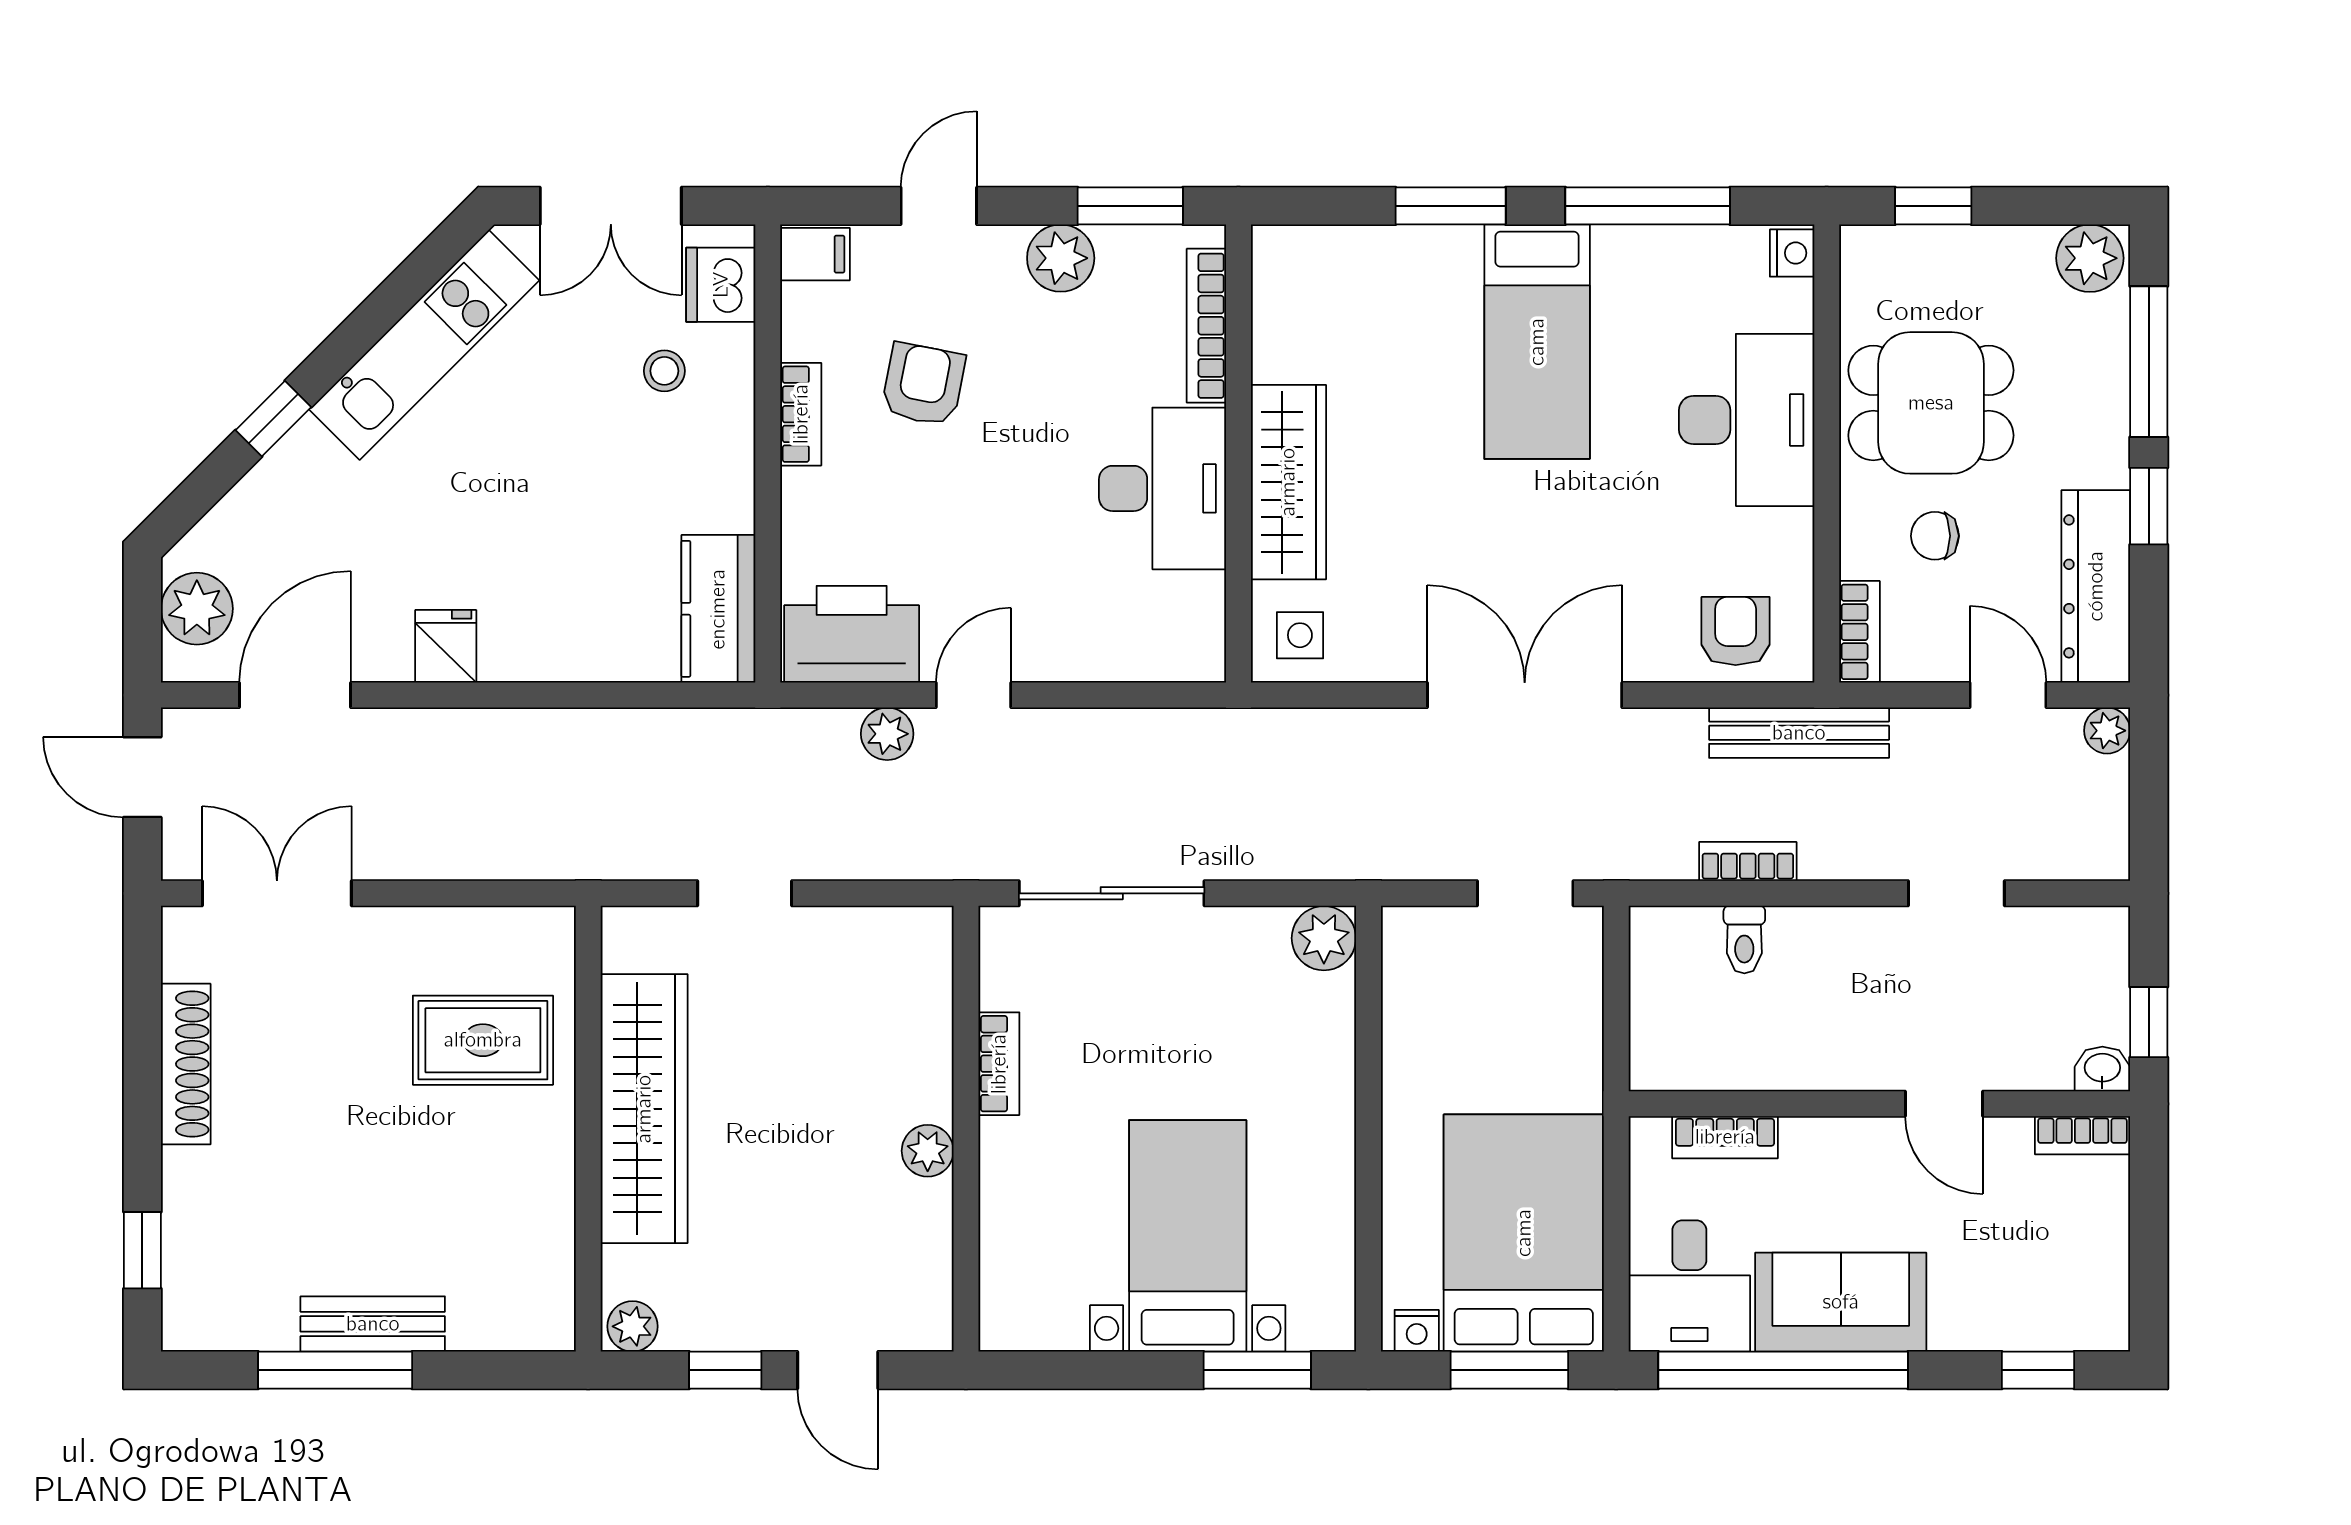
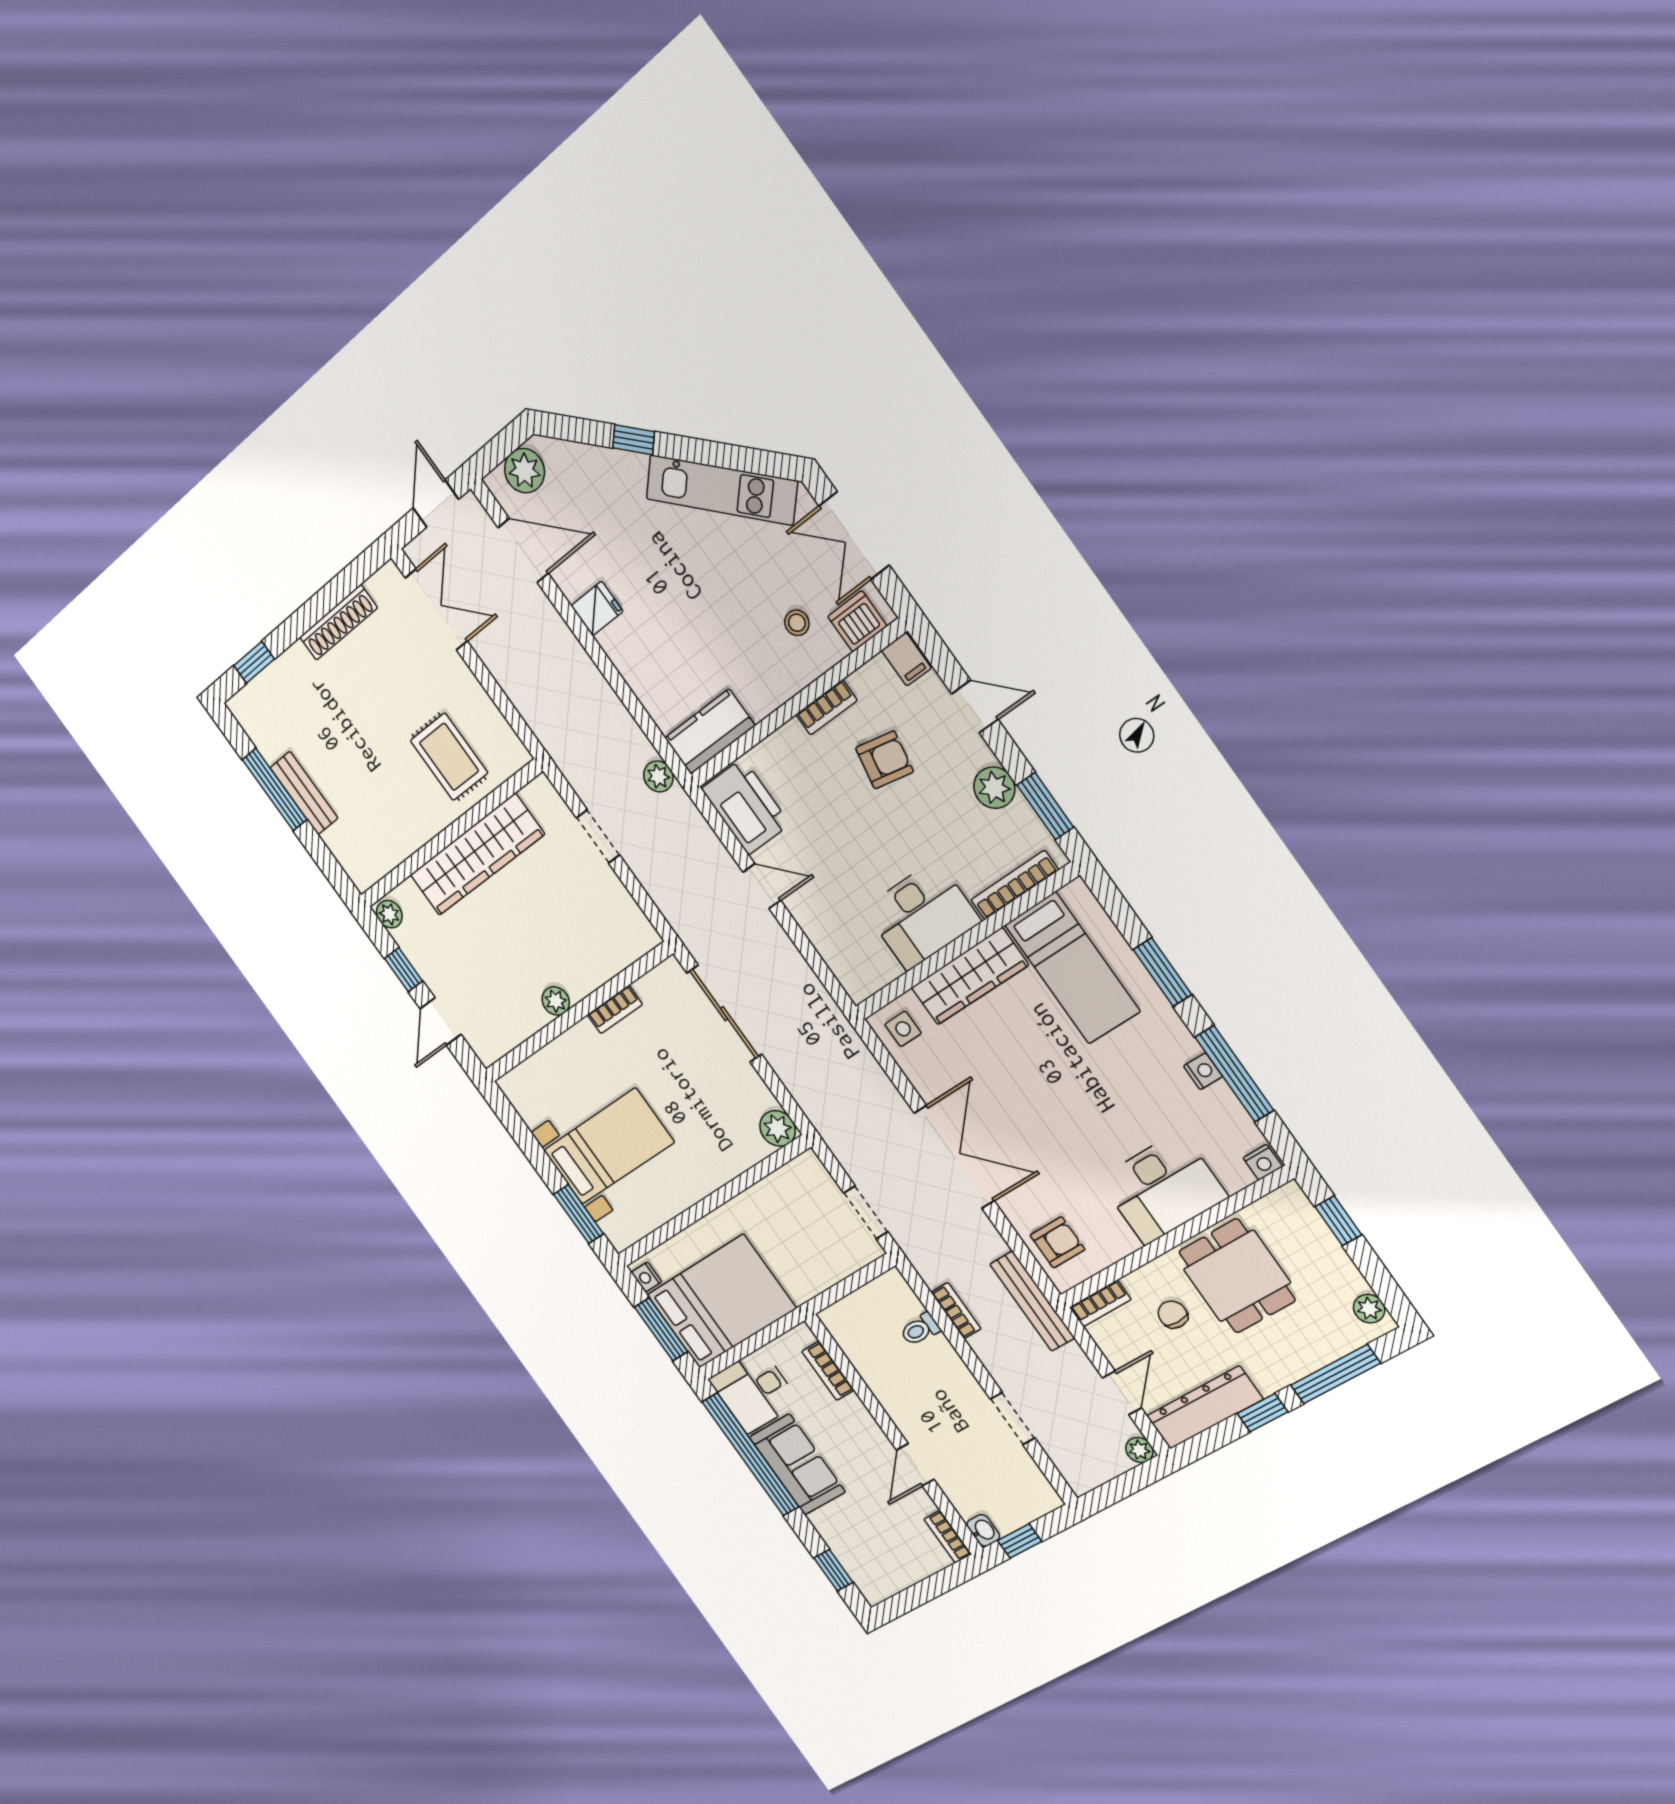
nightstand: (1618, 247) -> (1203, 1071), added
plant: (2090, 258) -> (1369, 1309), width x0.73, depth x0.73
bed: (1537, 342) -> (1072, 968), moved, turned -90
plant: (887, 734) -> (658, 776), moved

